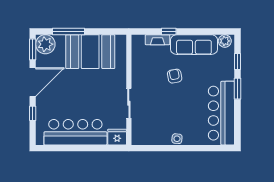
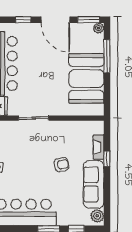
plant: (45, 44) -> (99, 28), width x0.53, depth x0.53

